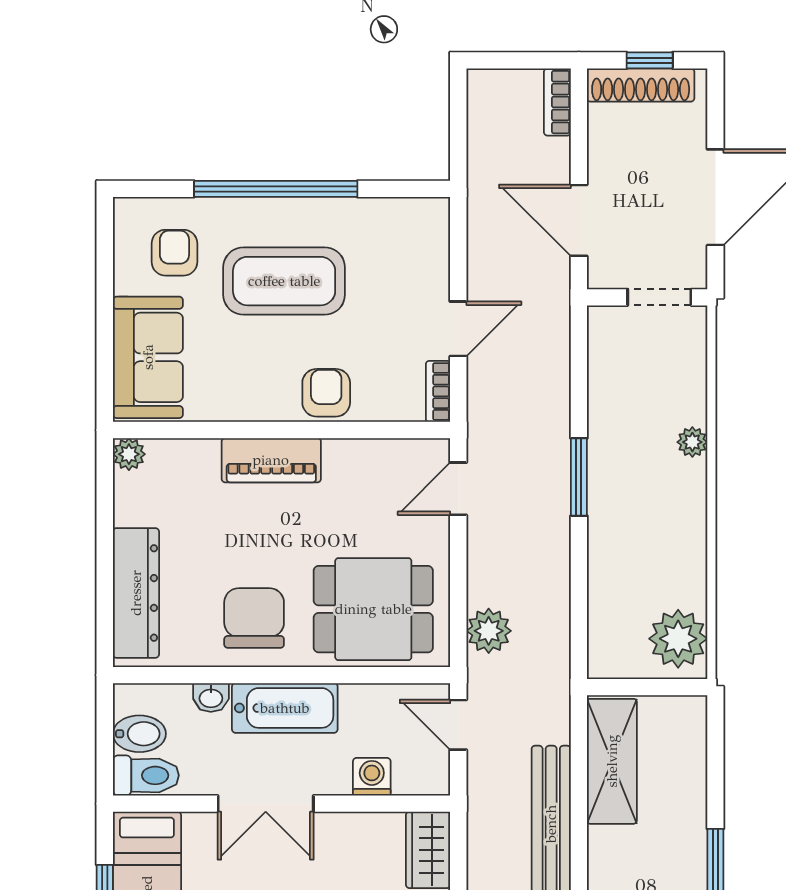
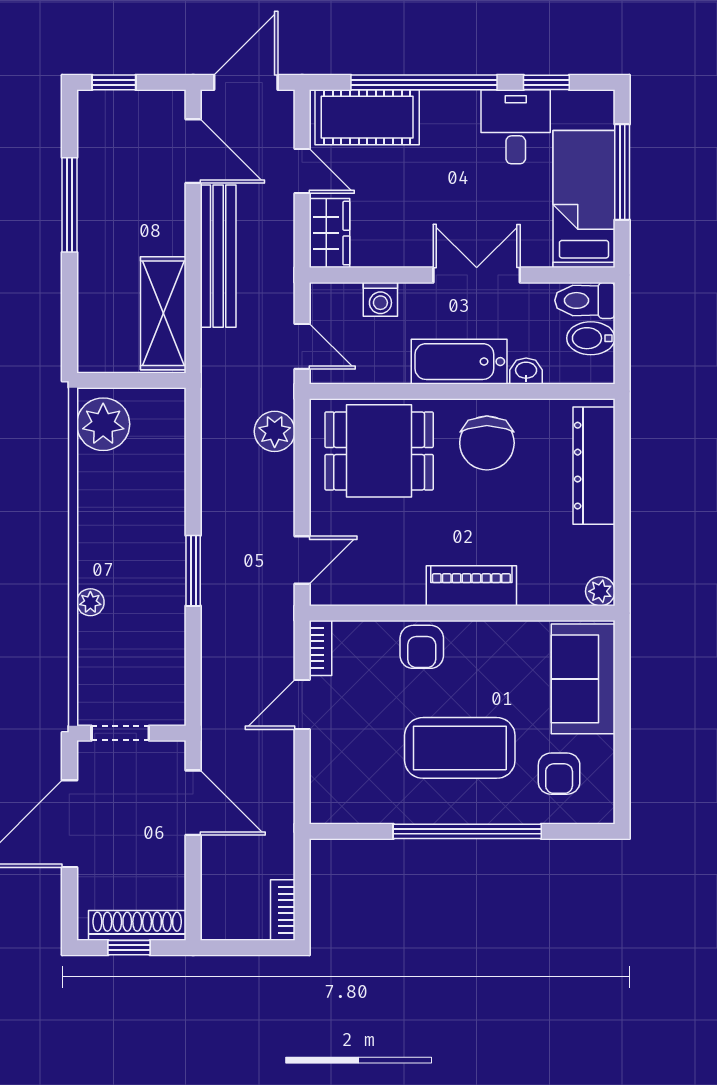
bookcase: (557, 102) -> (283, 910), moved, turned 180

